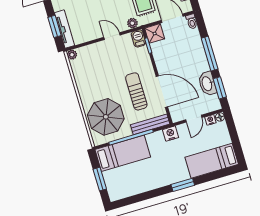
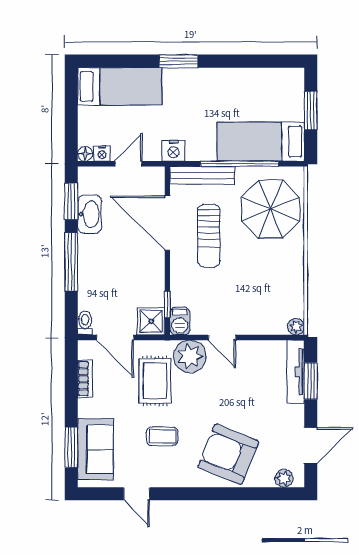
plant: (132, 23) -> (190, 356), width x1.88, depth x1.88

